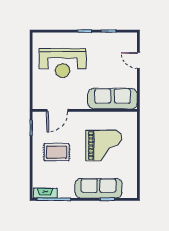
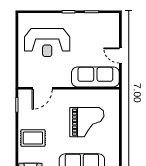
door: (138, 60) -> (120, 55), moved
rug: (57, 152) -> (33, 138), moved

